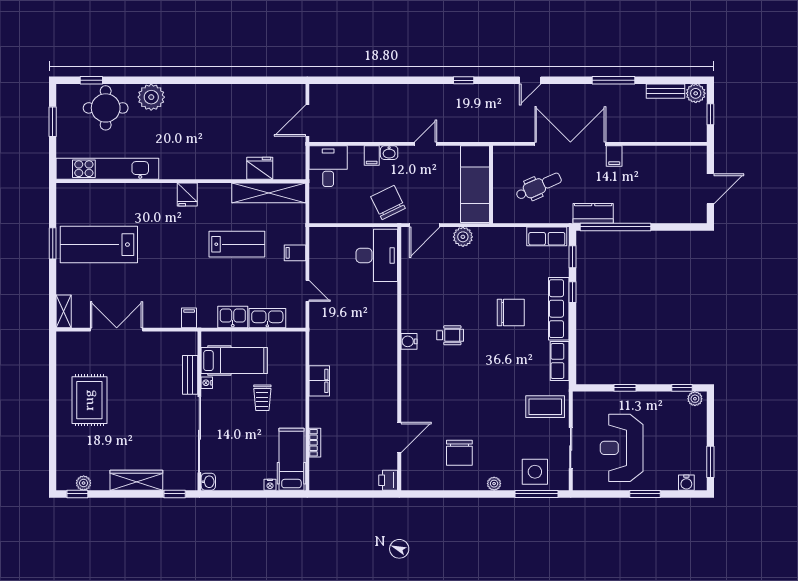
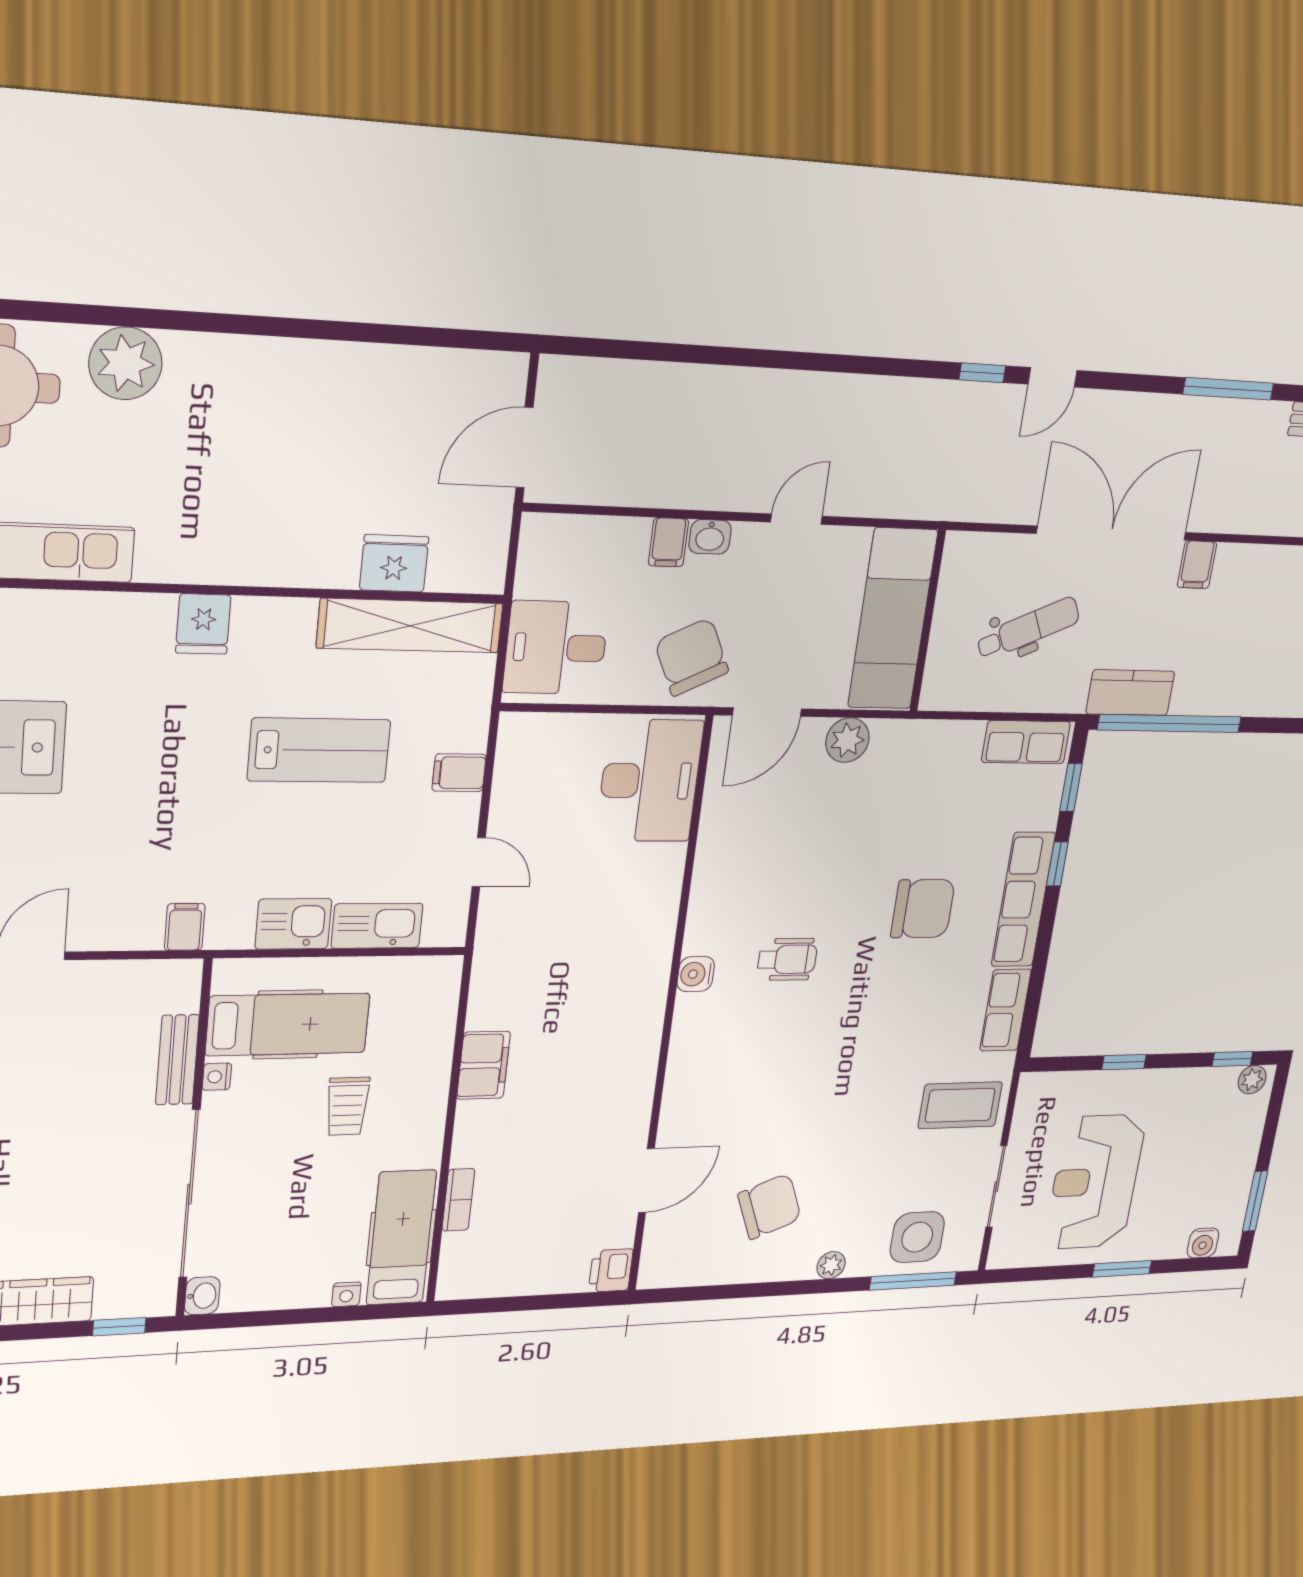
window: (464, 80) -> (982, 373), moved
desk: (328, 166) -> (556, 648), moved, turned -90
chair: (459, 453) -> (769, 1206), turned -112

